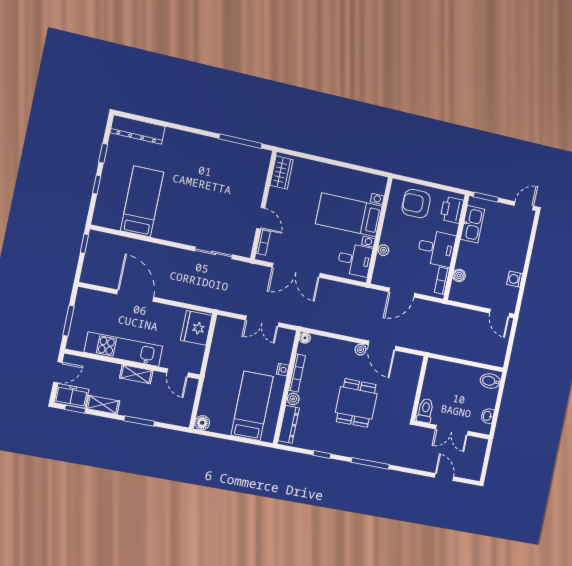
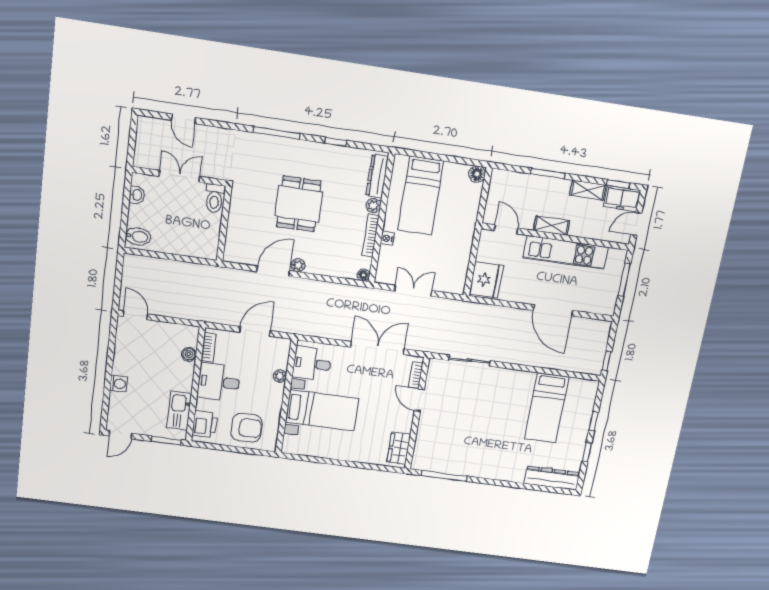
washing machine: (515, 279) -> (119, 384), moved
door: (382, 346) -> (273, 271), hinge flipped

